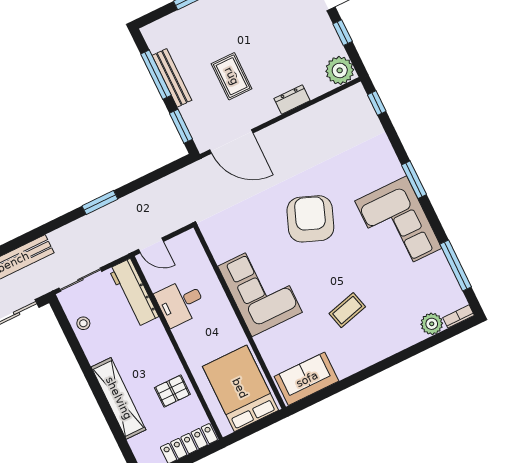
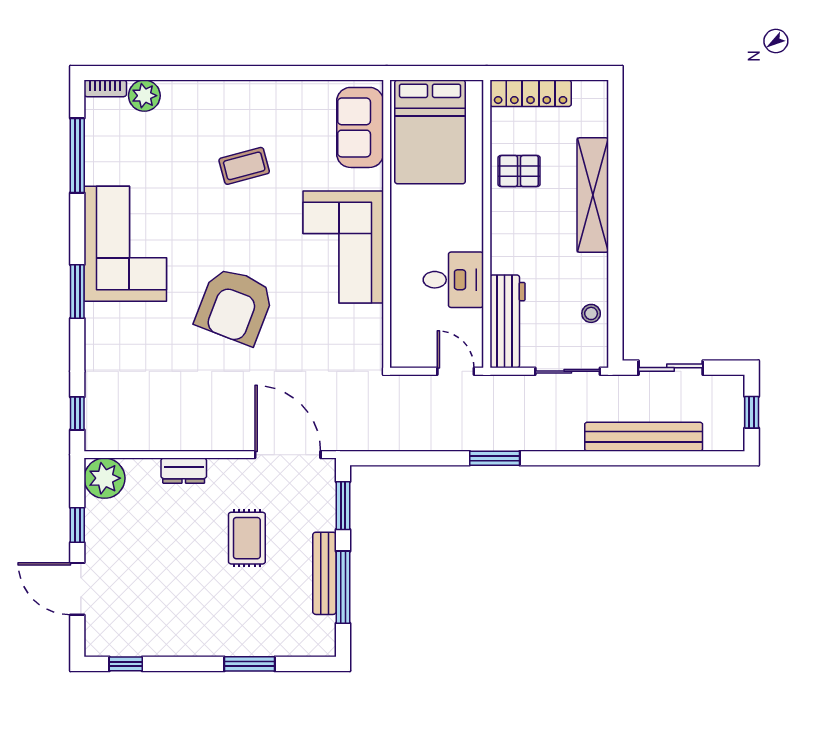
sofa: (307, 379) -> (360, 127), moved, turned 90

